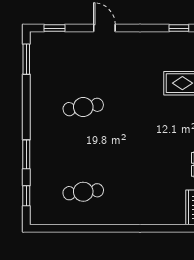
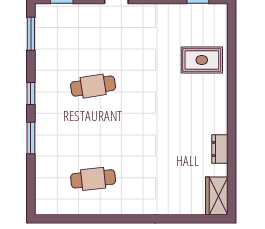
window: (26, 196) -> (31, 93), moved

